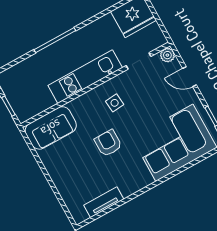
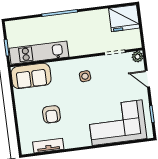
kitchen unit: (85, 77) -> (39, 53), moved
armchair: (108, 143) -> (51, 114), moved, turned 180

